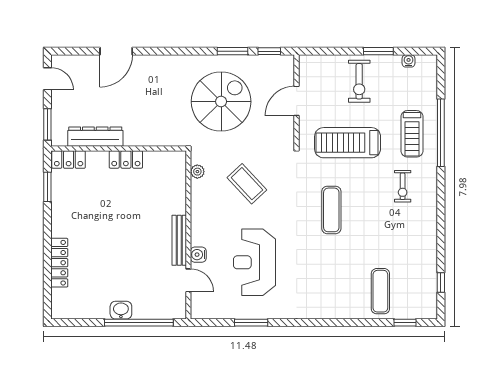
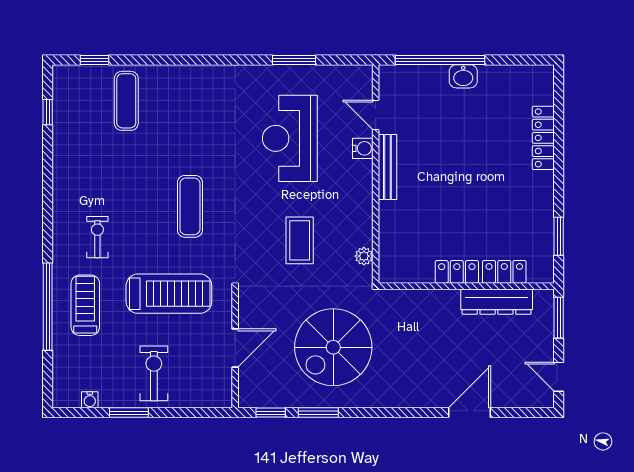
locker: (69, 160) -> (504, 272), moved
coffee table: (247, 184) -> (300, 240), turned 43
reception desk: (255, 262) -> (290, 138), turned 180

